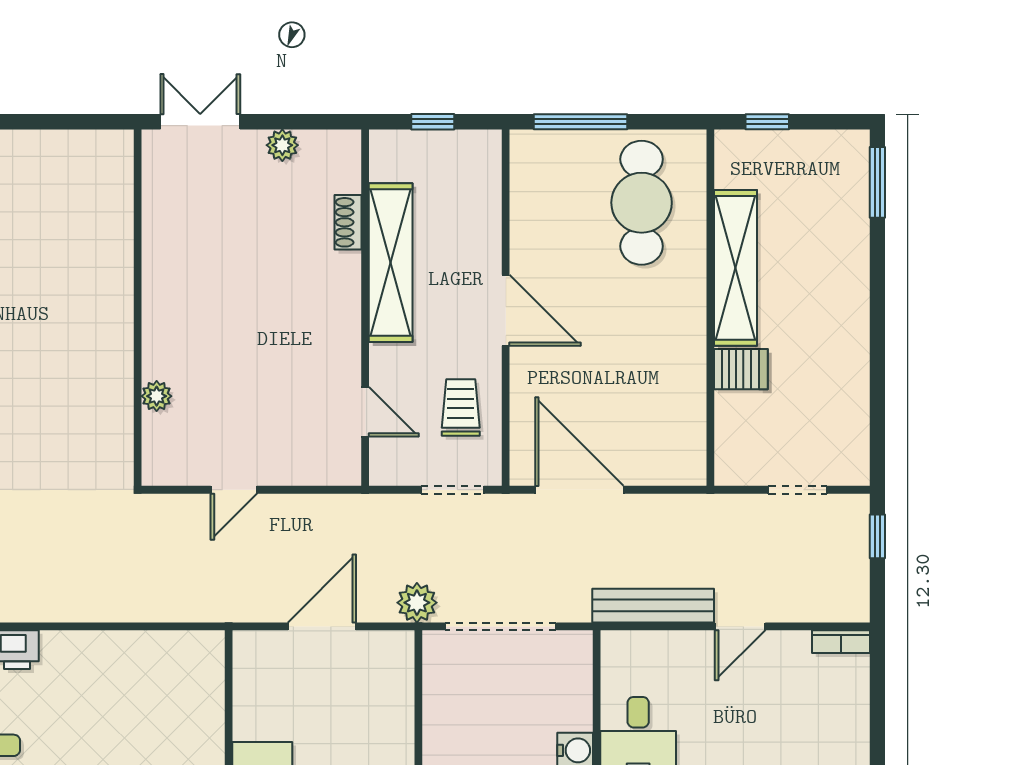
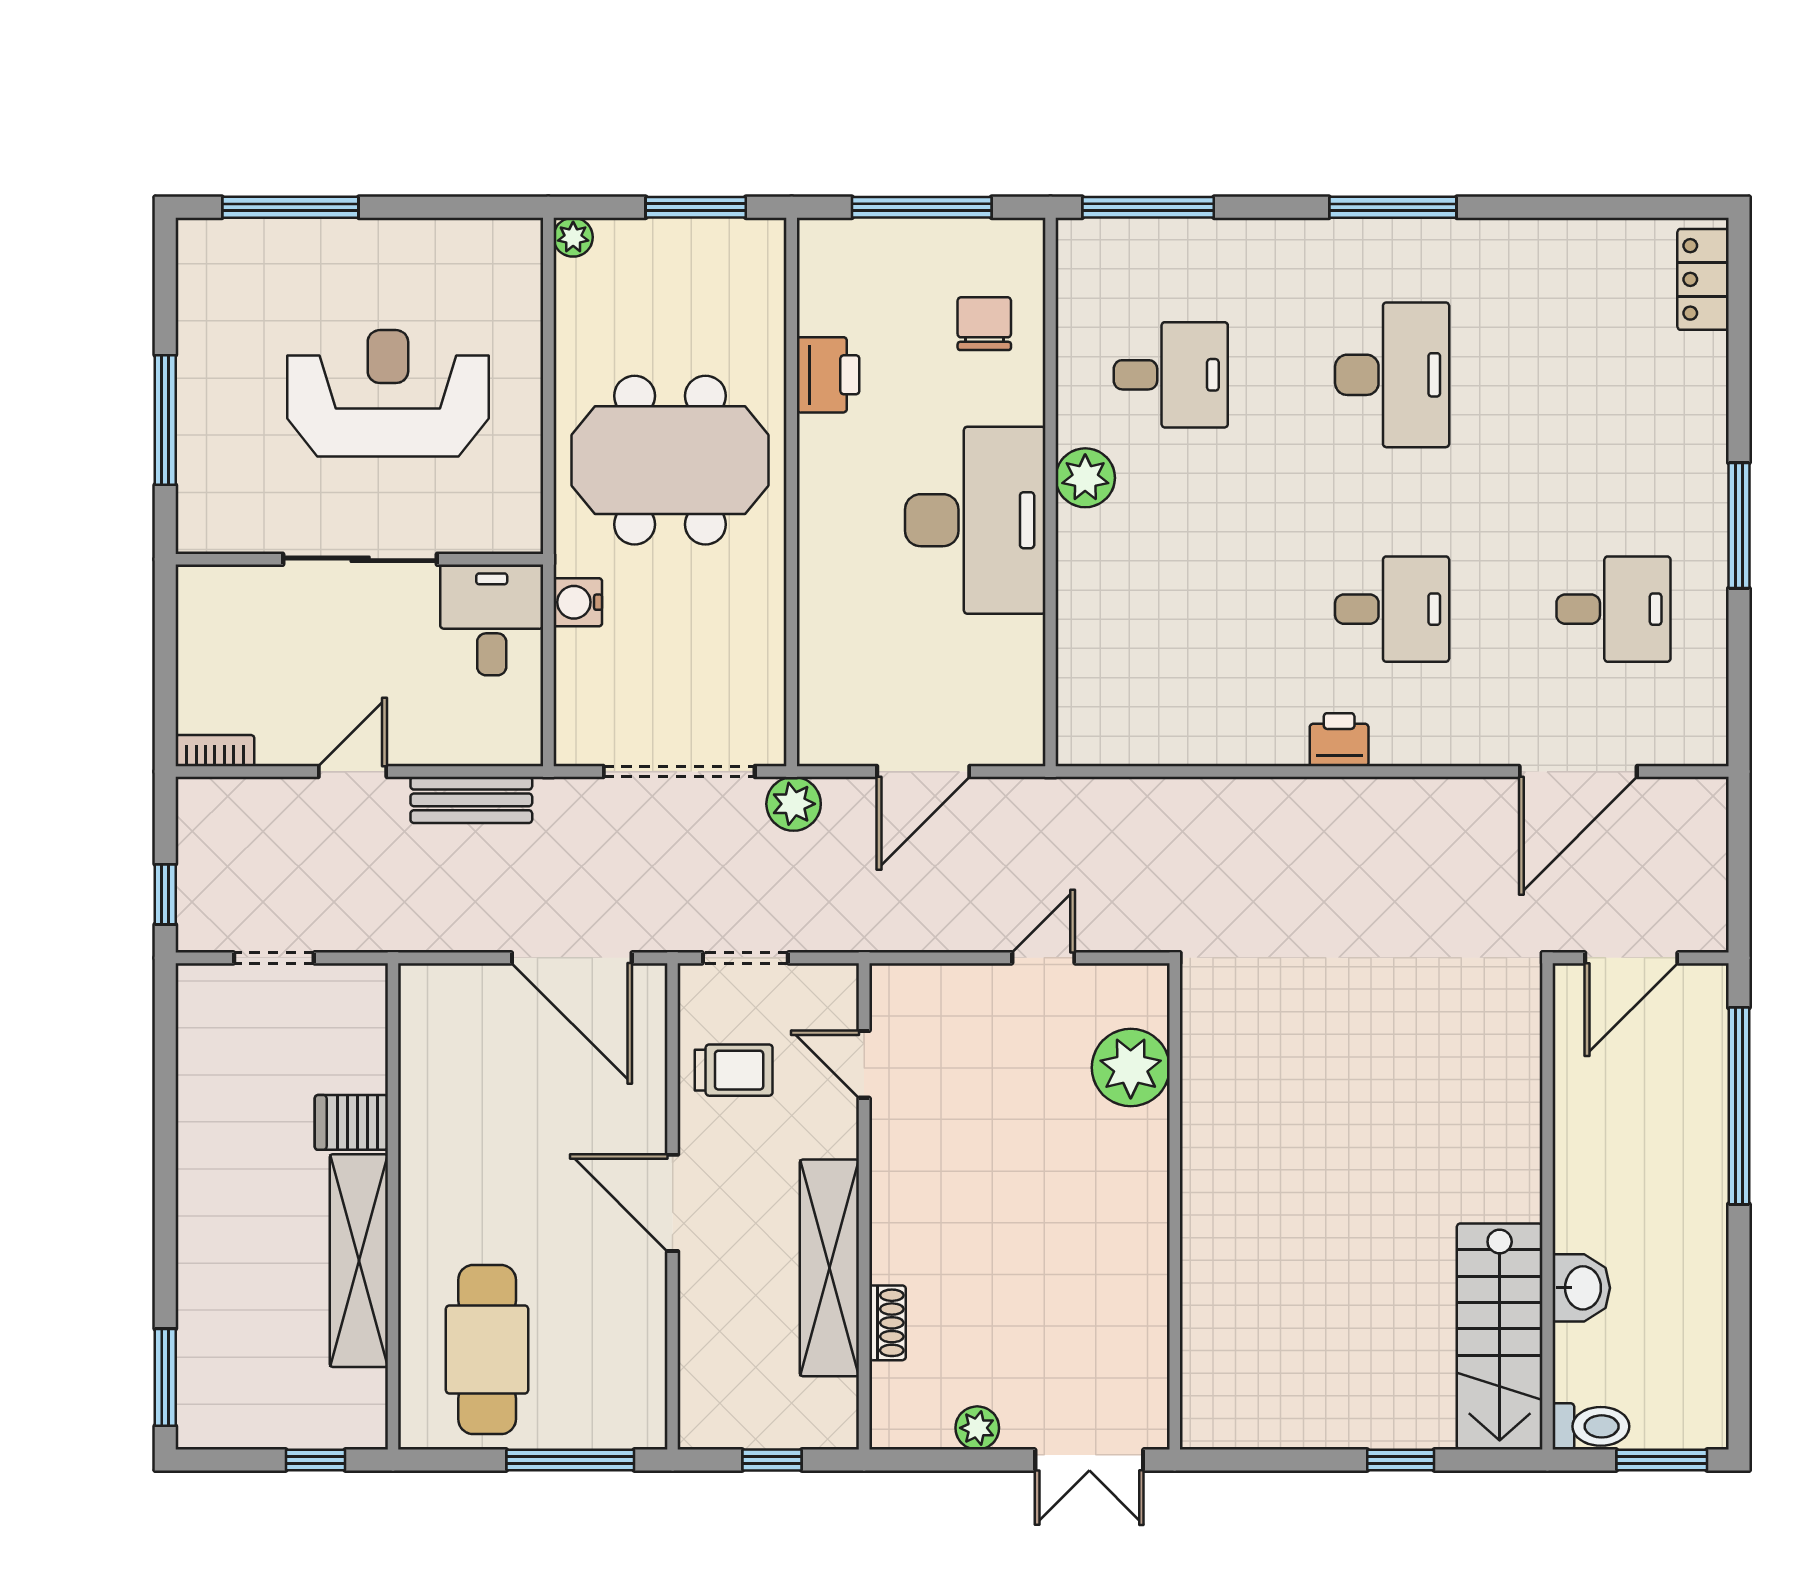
plant: (157, 396) -> (1131, 1068), width x1.87, depth x1.87
trolley: (461, 407) -> (734, 1070), turned -90
bench: (653, 606) -> (471, 800), width x0.73

